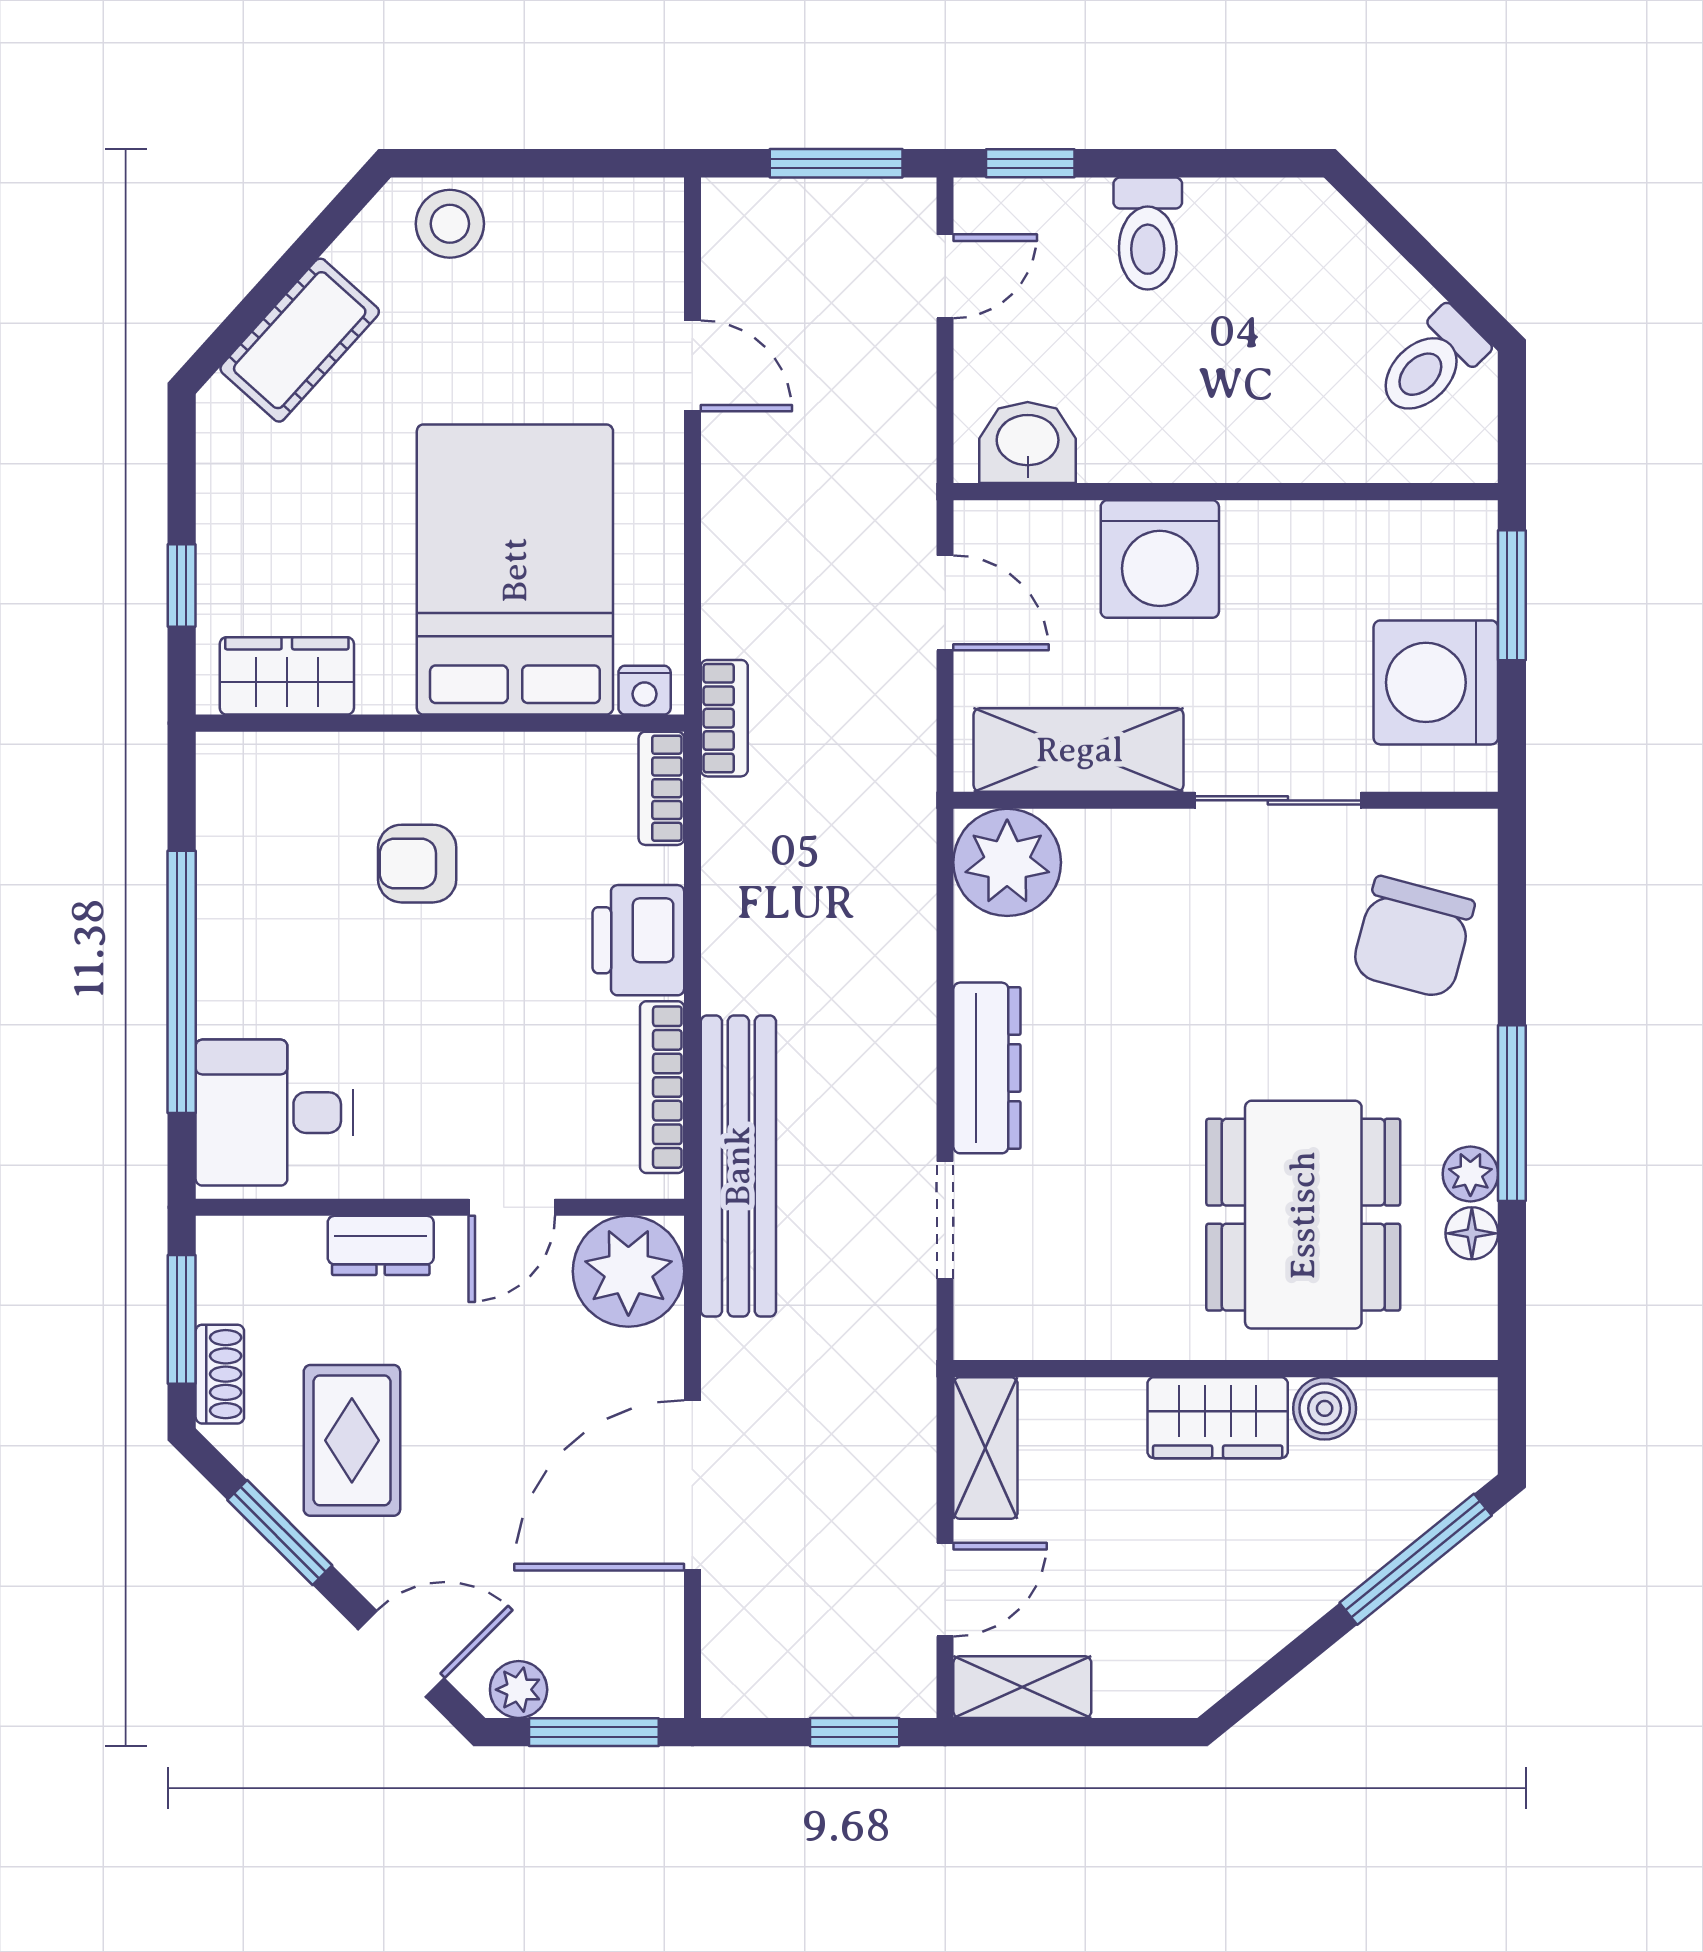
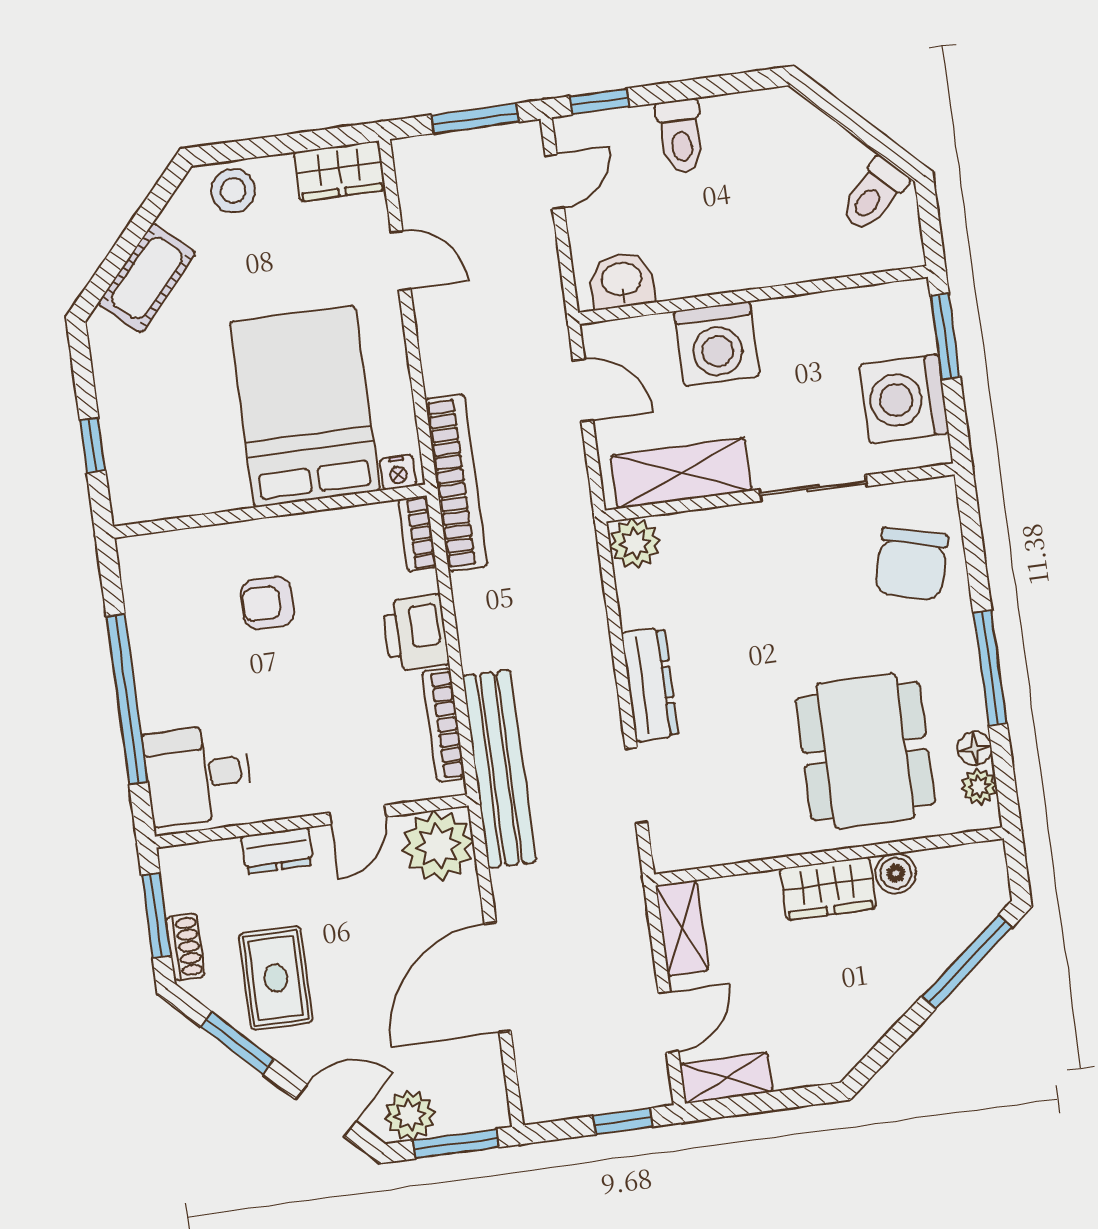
wardrobe: (287, 676) -> (339, 171), moved, turned 180
bookcase: (724, 718) -> (456, 483), width x2.31, depth x1.31
plant: (1007, 862) -> (635, 543), width x0.73, depth x0.73
plant: (1470, 1174) -> (979, 787), moved
plant: (519, 1690) -> (410, 1115), width x1.38, depth x1.38

